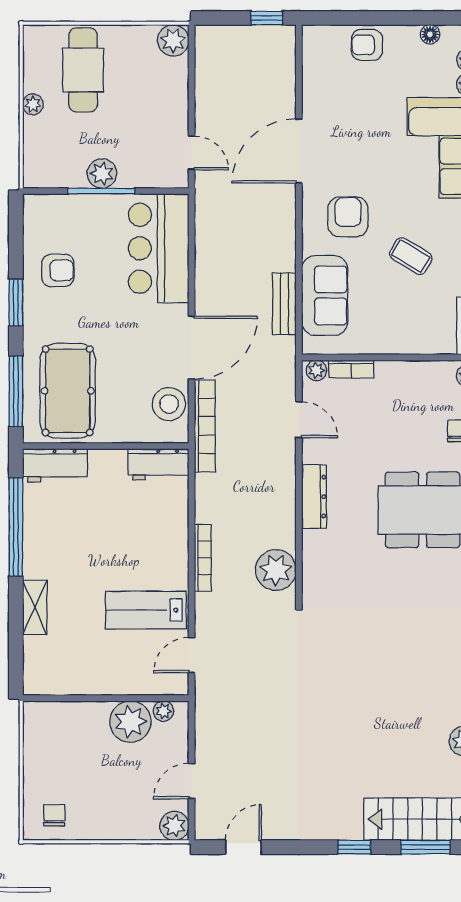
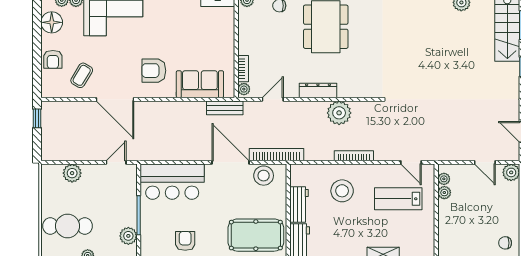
floor lamp: (430, 34) -> (52, 22), width x1.89, depth x1.89
plant: (173, 40) -> (72, 173), moved
plant: (102, 174) -> (128, 236), moved
coffee table: (411, 256) -> (82, 75), moved
bench: (284, 304) -> (225, 108), moved
workbench: (158, 464) -> (299, 204), moved
stool: (143, 538) -> (342, 191), added
plant: (276, 570) -> (339, 113), moved
lab bench: (146, 610) -> (398, 199), moved, turned 90
plant: (130, 722) -> (444, 193), width x0.53, depth x0.53

